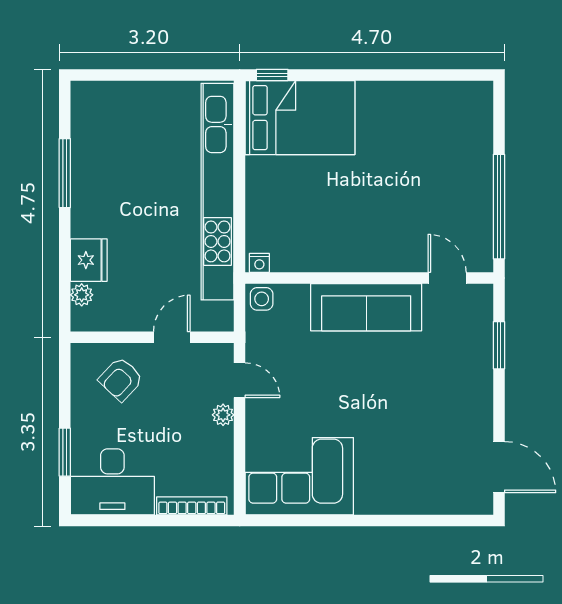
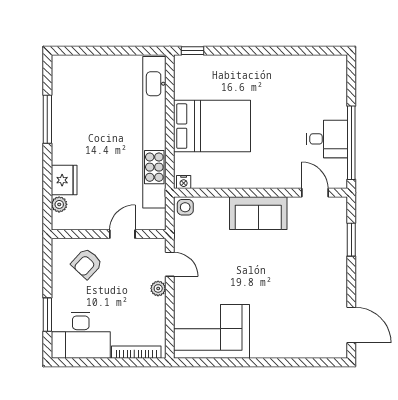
bed: (300, 118) -> (212, 126), moved
desk: (464, 201) -> (327, 139), added
sofa: (366, 307) -> (258, 213), width x0.73

